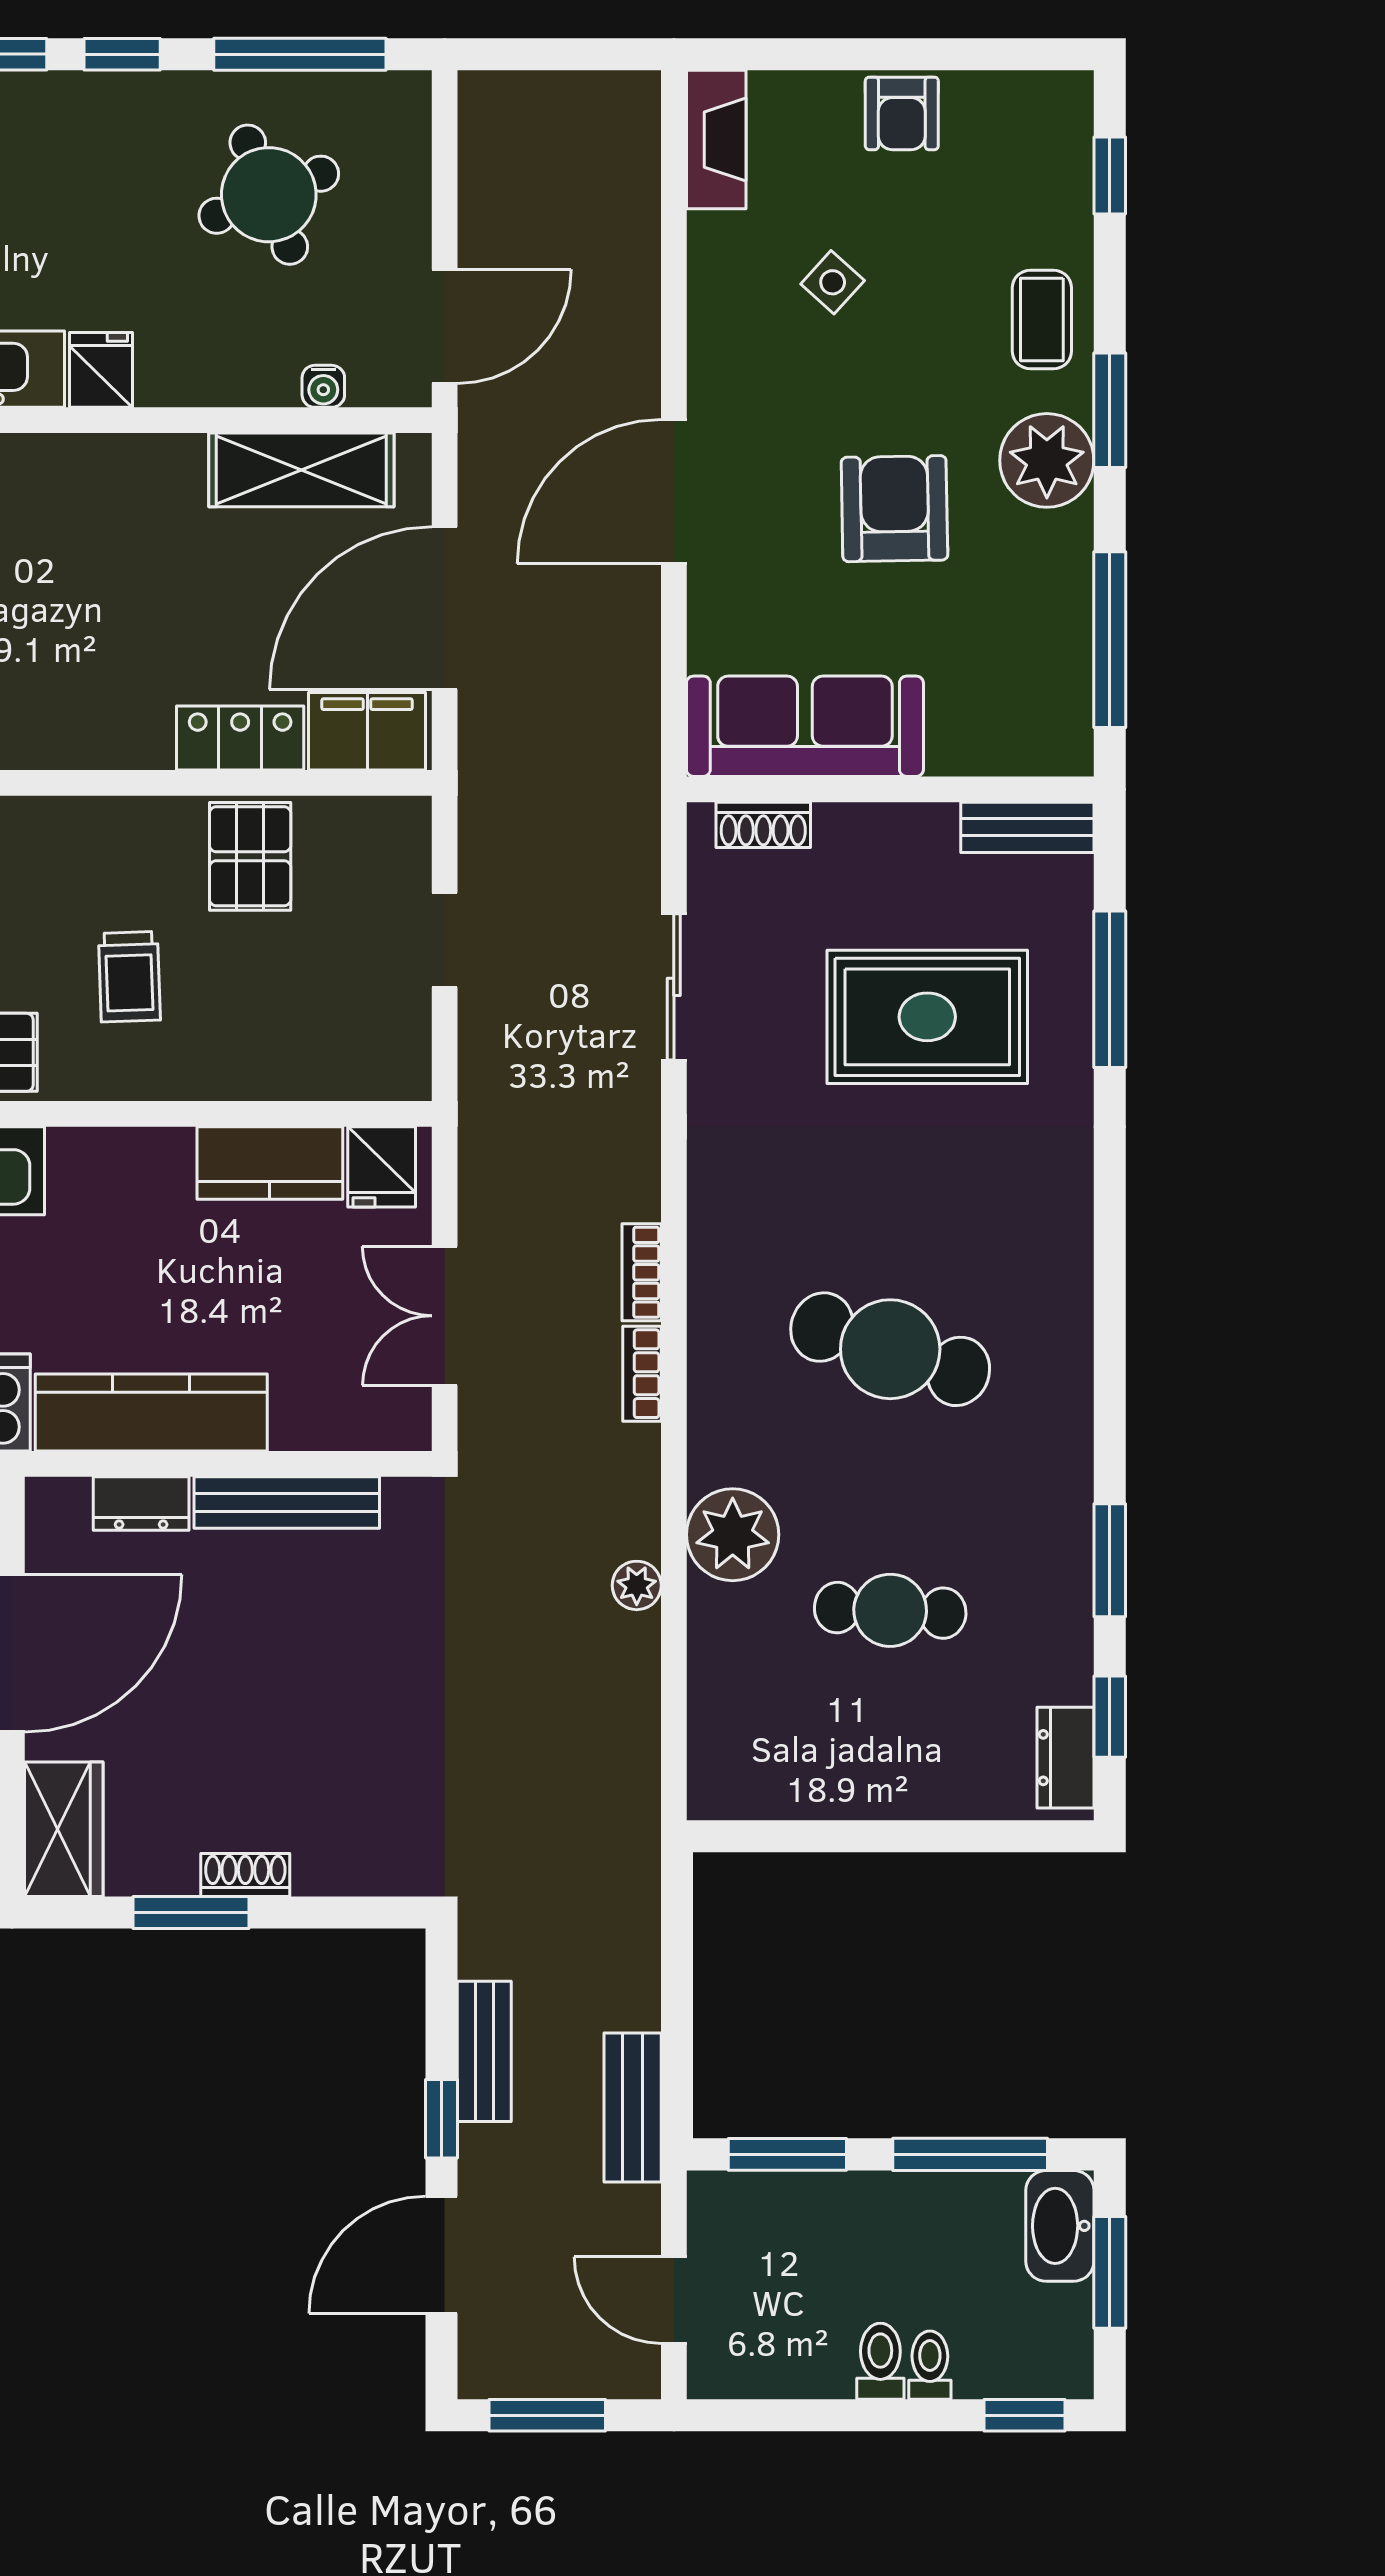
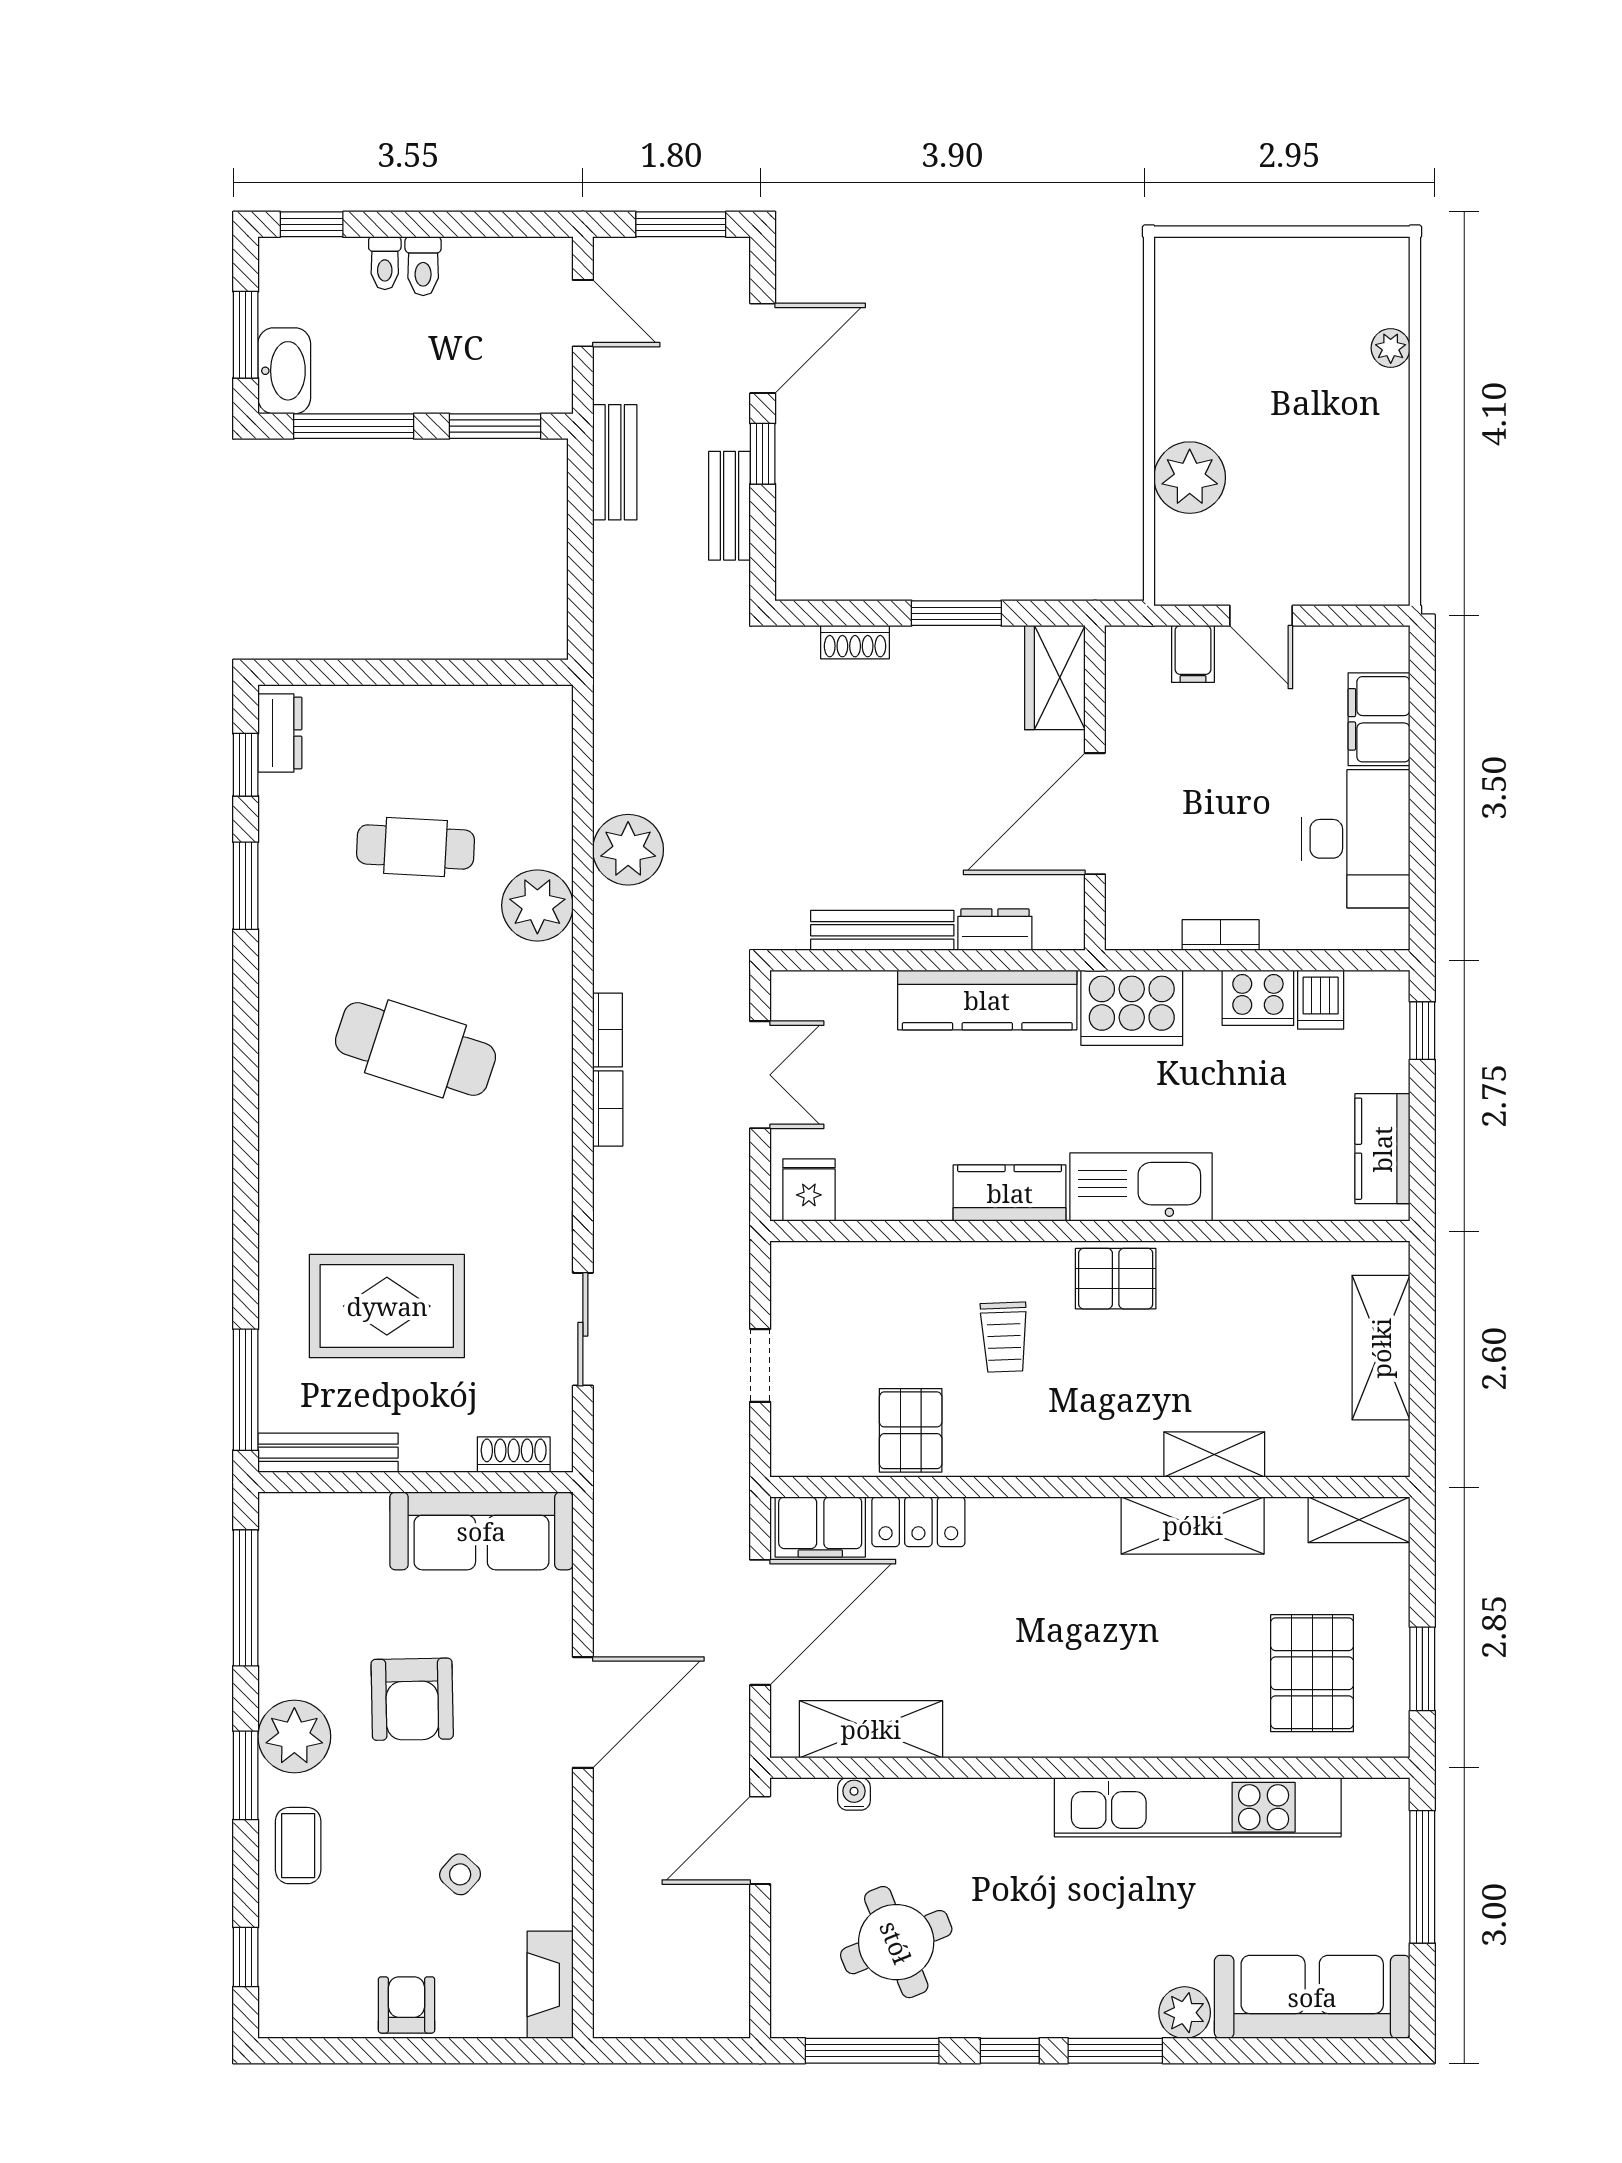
fridge: (101, 370) -> (1026, 1807), removed
bench: (1027, 827) -> (328, 1453), width x1.36
trolley: (129, 977) -> (1004, 1337), turned 180
window: (1110, 989) -> (246, 1390), moved
kitchen counter: (270, 1163) -> (1010, 1193), moved
plant: (637, 1585) -> (628, 850), width x1.87, depth x1.87
shoe rack: (245, 1875) -> (855, 642), moved

